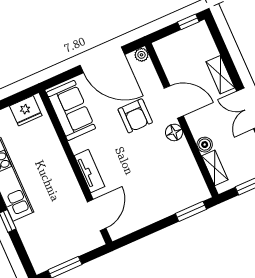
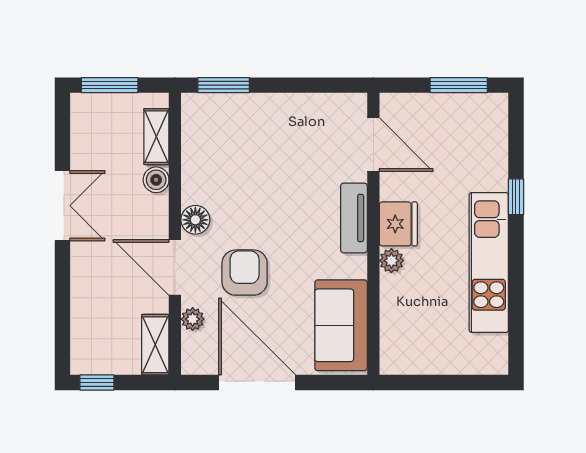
plant: (141, 55) -> (193, 319), moved
shelving: (220, 75) -> (155, 345), moved
fridge: (26, 111) -> (398, 224), moved, turned 90
plant: (59, 157) -> (391, 261), added
door: (97, 215) -> (373, 145), swing flipped

